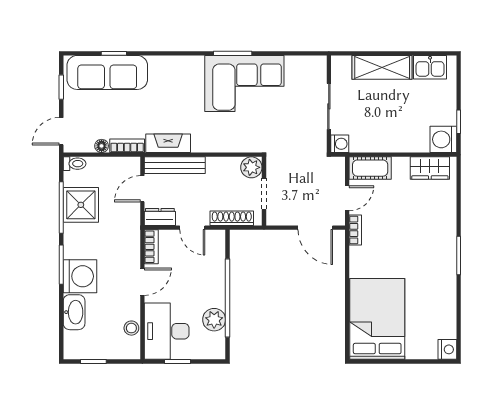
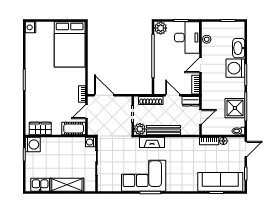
fireplace: (168, 143) -> (152, 142), moved
bench: (175, 165) -> (164, 130), moved
plant: (214, 320) -> (161, 28), moved

